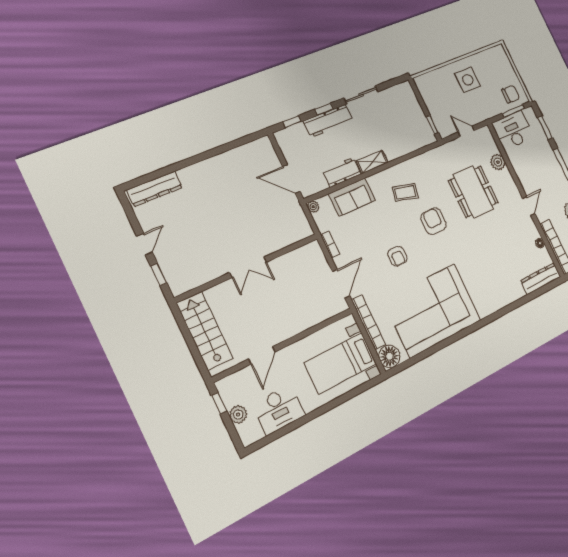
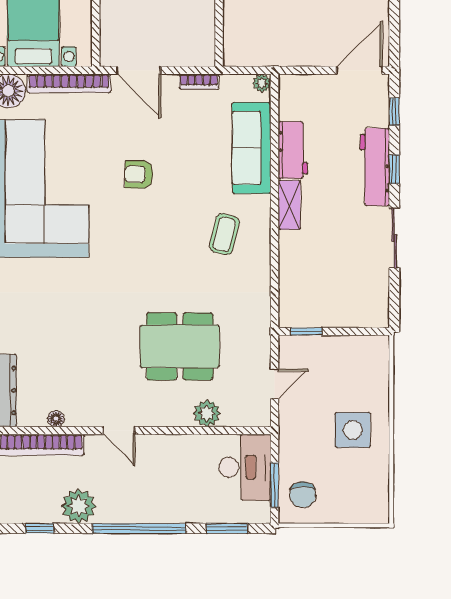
door: (291, 179) -> (360, 70), moved
sofa: (352, 197) -> (252, 148), width x1.36
armchair: (433, 221) -> (164, 257), removed

